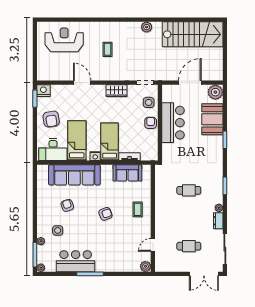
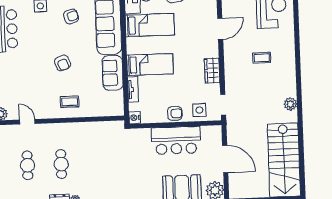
nightstand: (95, 156) -> (135, 118), moved
sofa: (127, 173) -> (113, 73), moved
cafe table: (189, 190) -> (61, 164), moved

